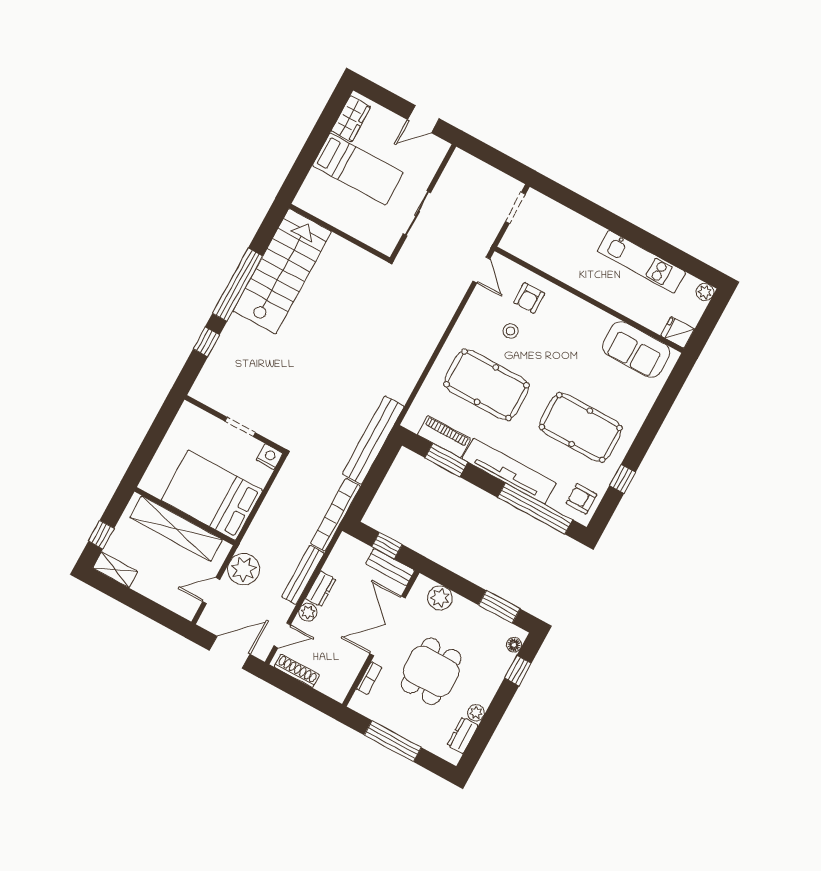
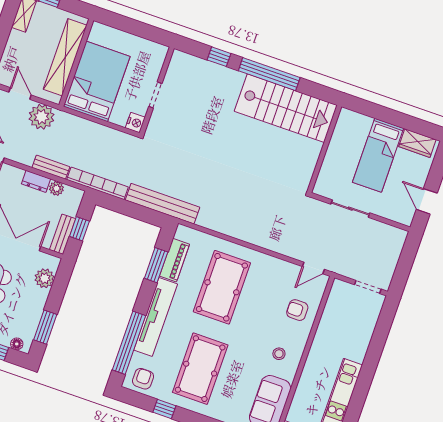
stool: (511, 331) -> (279, 354), moved
bench: (303, 575) -> (51, 167), width x0.73
plant: (308, 612) -> (56, 188), moved

